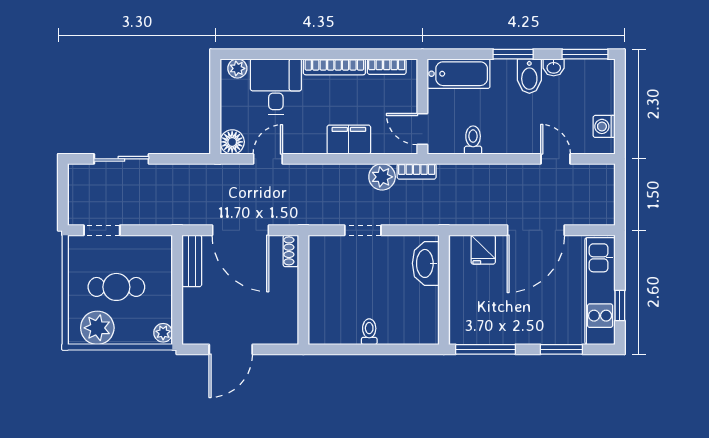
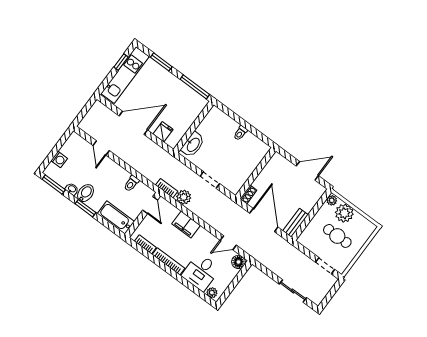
washing machine: (604, 126) -> (59, 159), moved
plant: (97, 328) -> (344, 213), moved

